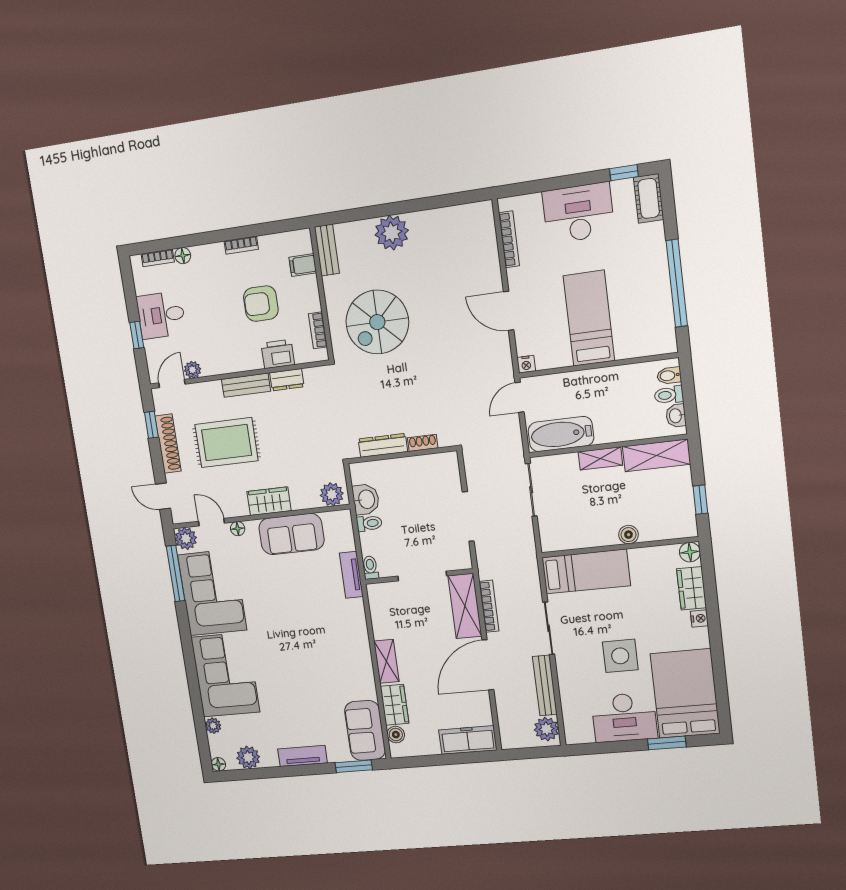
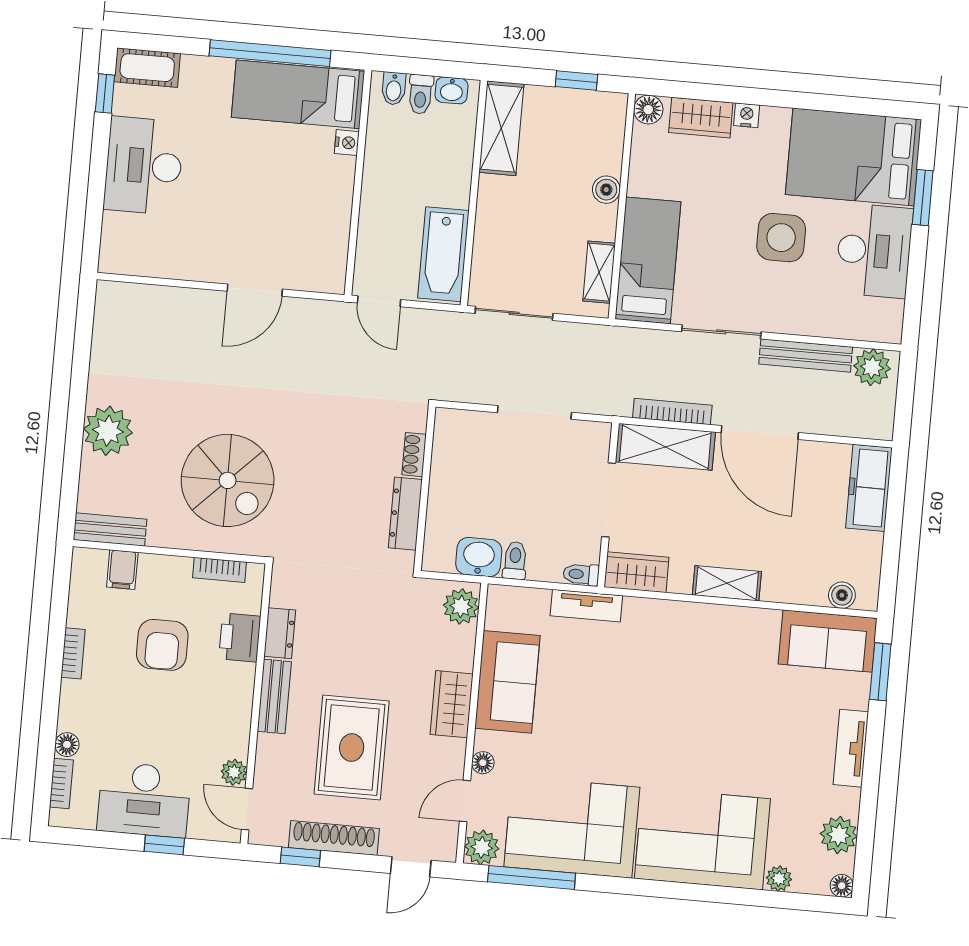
bookcase: (509, 239) -> (157, 268), removed
desk: (161, 315) -> (144, 800), width x1.37
bed: (589, 318) -> (298, 94), moved
nightstand: (526, 364) -> (347, 143), moved
shelving: (600, 458) -> (599, 272), moved
wardrobe: (395, 705) -> (637, 572), moved

